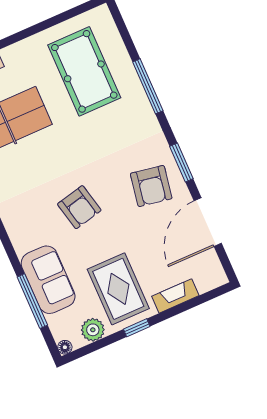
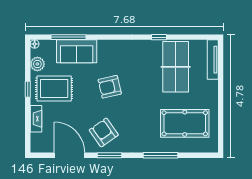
armchair: (151, 186) -> (104, 132), turned 45

